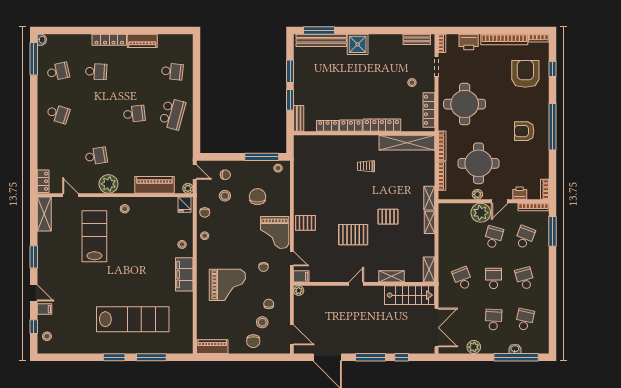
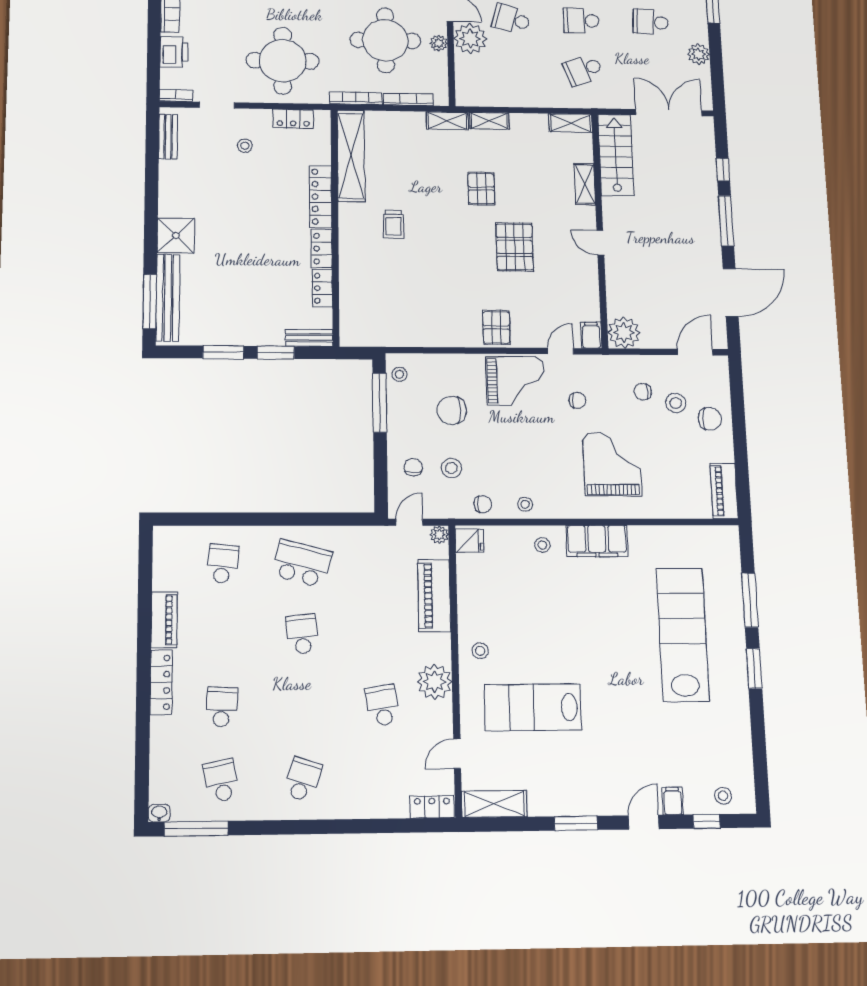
locker: (429, 110) -> (293, 119), width x0.66
plant: (299, 291) -> (624, 333), width x1.87, depth x1.87

